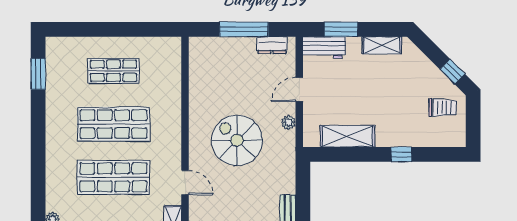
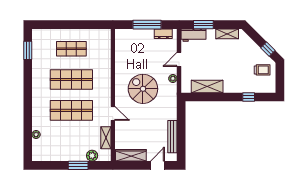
window: (401, 154) -> (249, 97), moved

